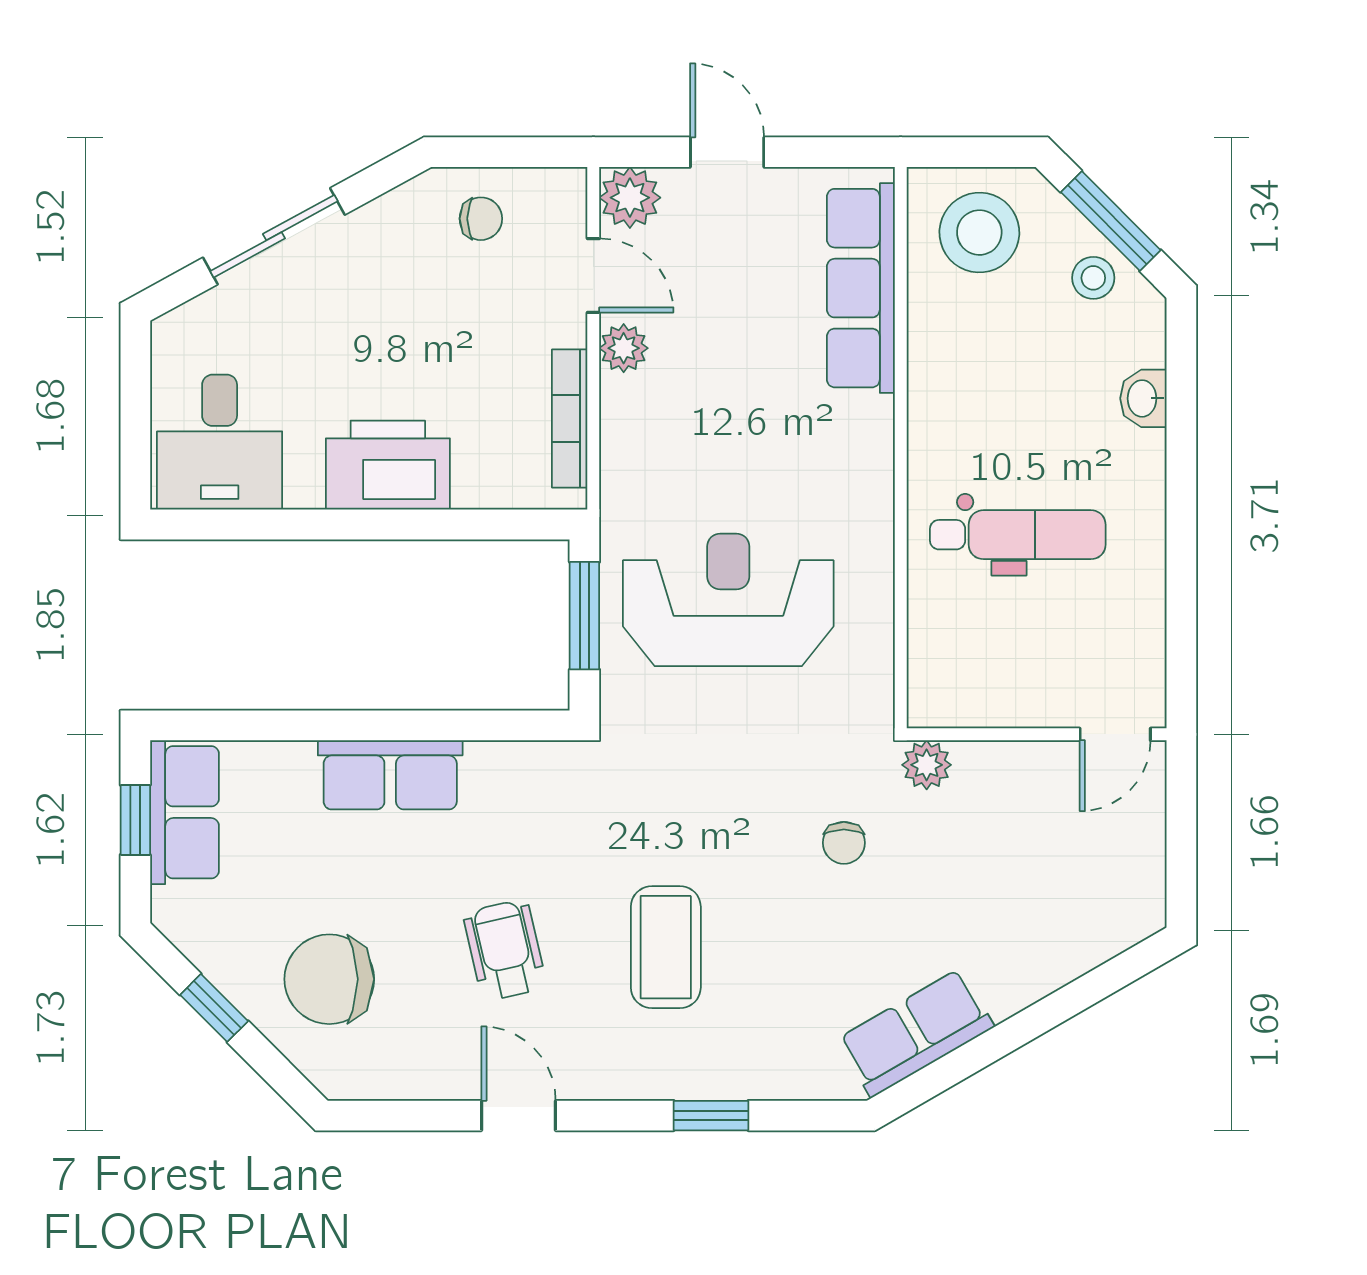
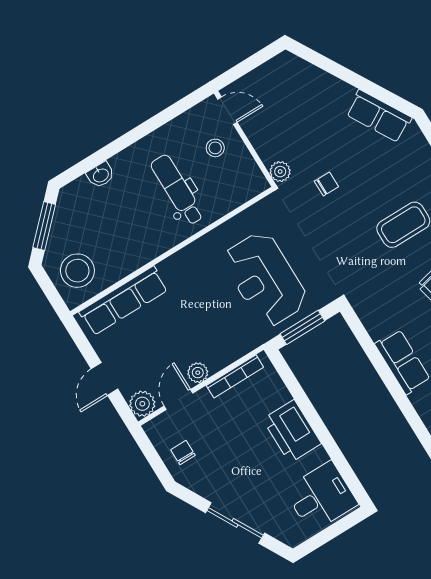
stool: (1093, 278) -> (215, 148), moved

